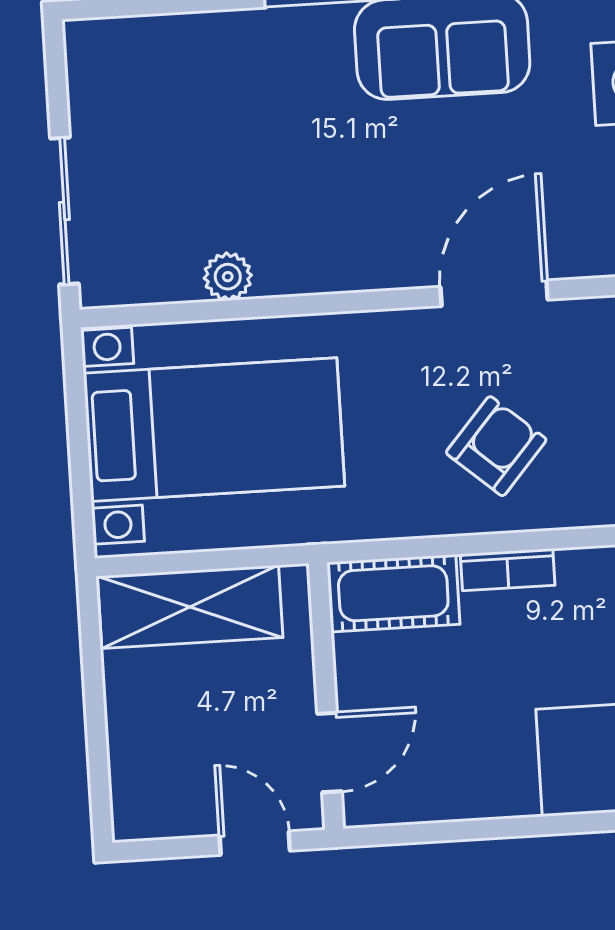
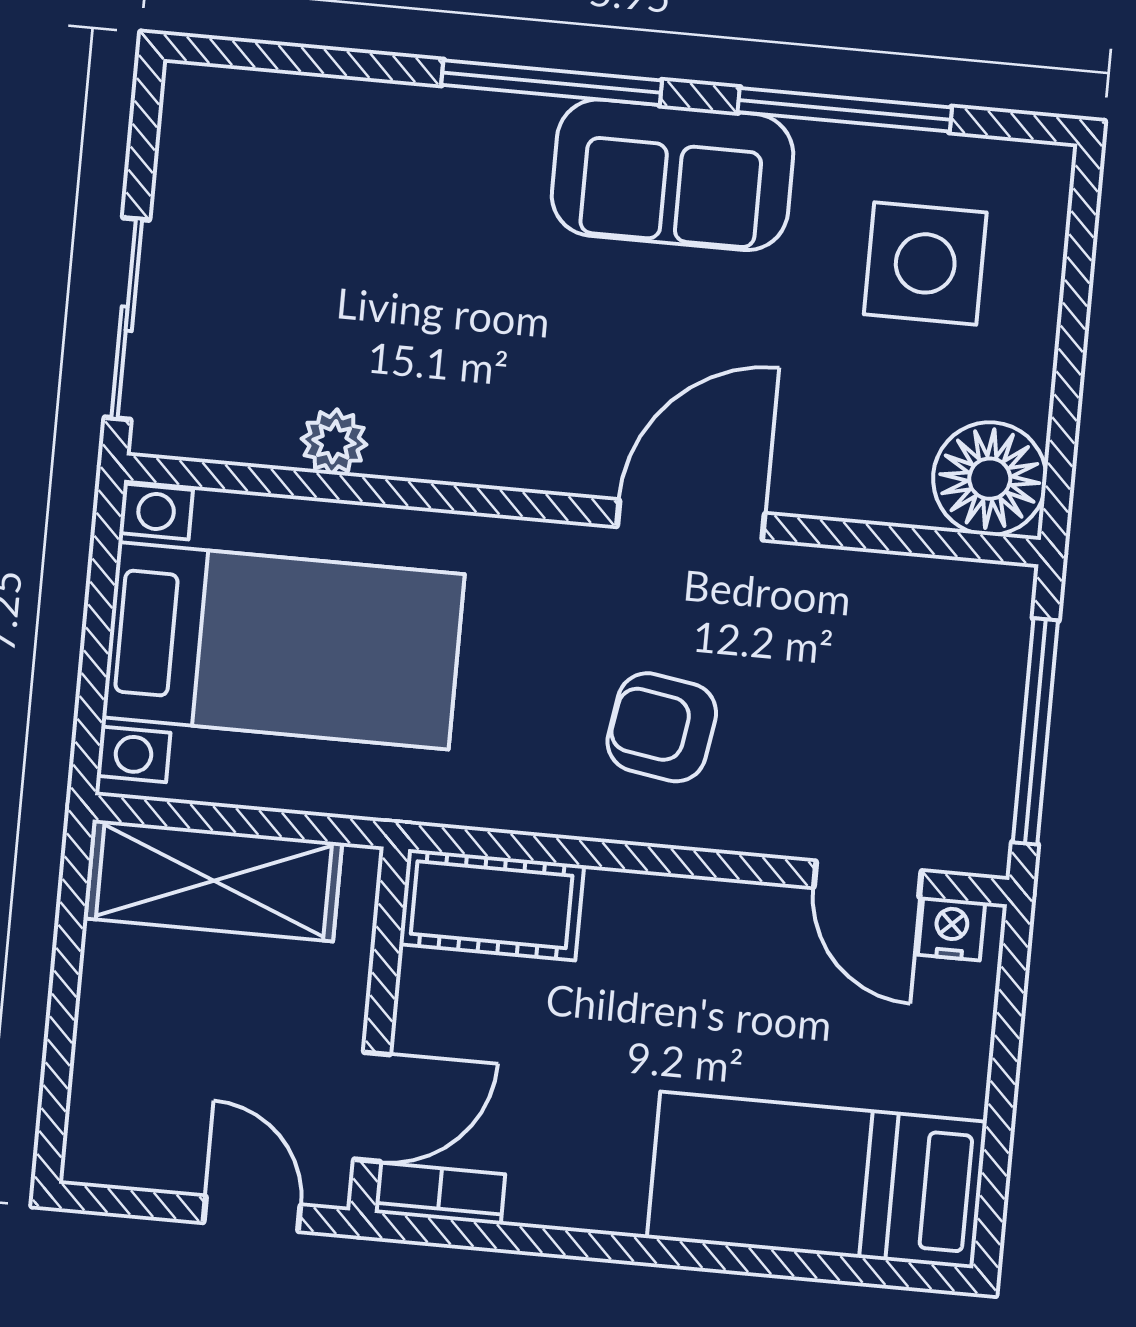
armchair: (496, 446) -> (662, 727), turned -122
bookcase: (508, 570) -> (440, 1194), moved, turned 180

